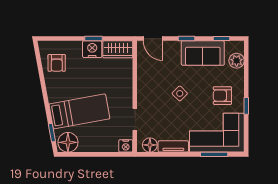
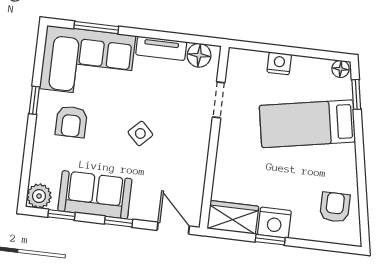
plant: (237, 61) -> (39, 196), moved
armchair: (222, 96) -> (71, 122), turned 90
floor lamp: (68, 142) -> (341, 69), width x0.53, depth x0.53
nightstand: (126, 146) -> (279, 63), moved

